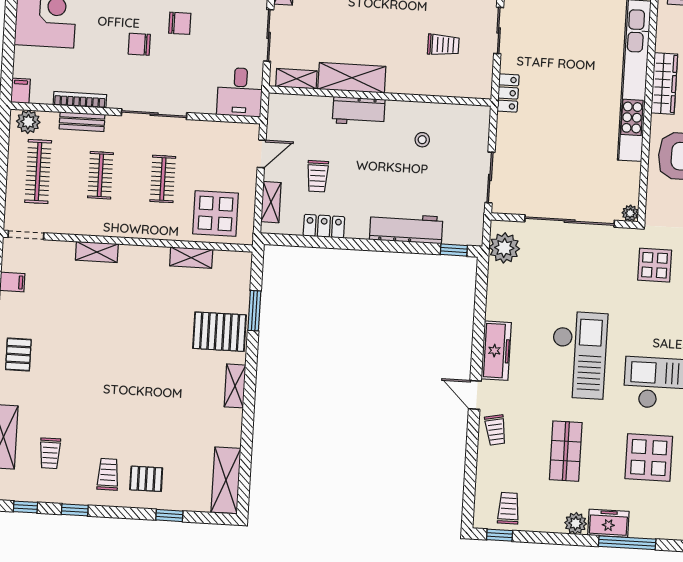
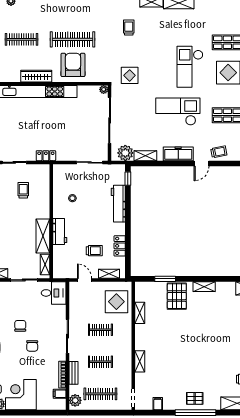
filing cabinet: (21, 91) -> (60, 394), moved
shelving: (497, 287) -> (145, 156), added

